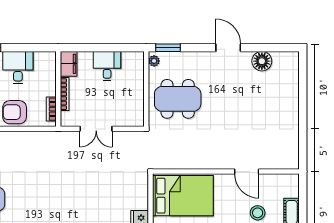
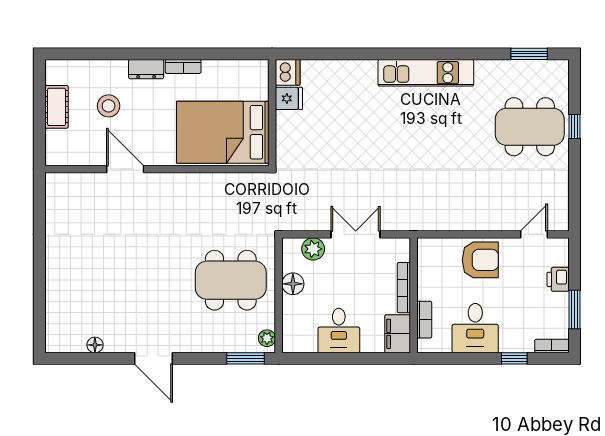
floor lamp: (262, 61) -> (95, 345), width x0.53, depth x0.53
floor lamp: (137, 97) -> (293, 284), added
bookcase: (51, 109) -> (424, 320), moved
plant: (124, 119) -> (313, 249), added

